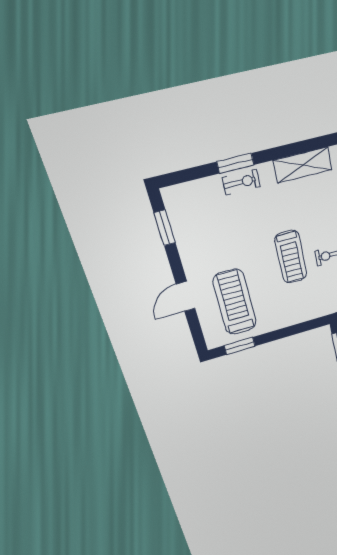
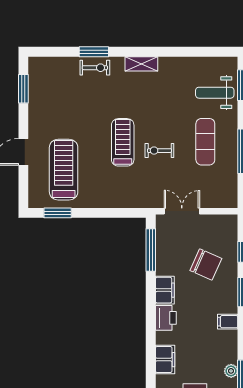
shelving: (303, 165) -> (141, 64), width x0.67, depth x0.75
treadmill: (291, 257) -> (123, 142), turned 180

